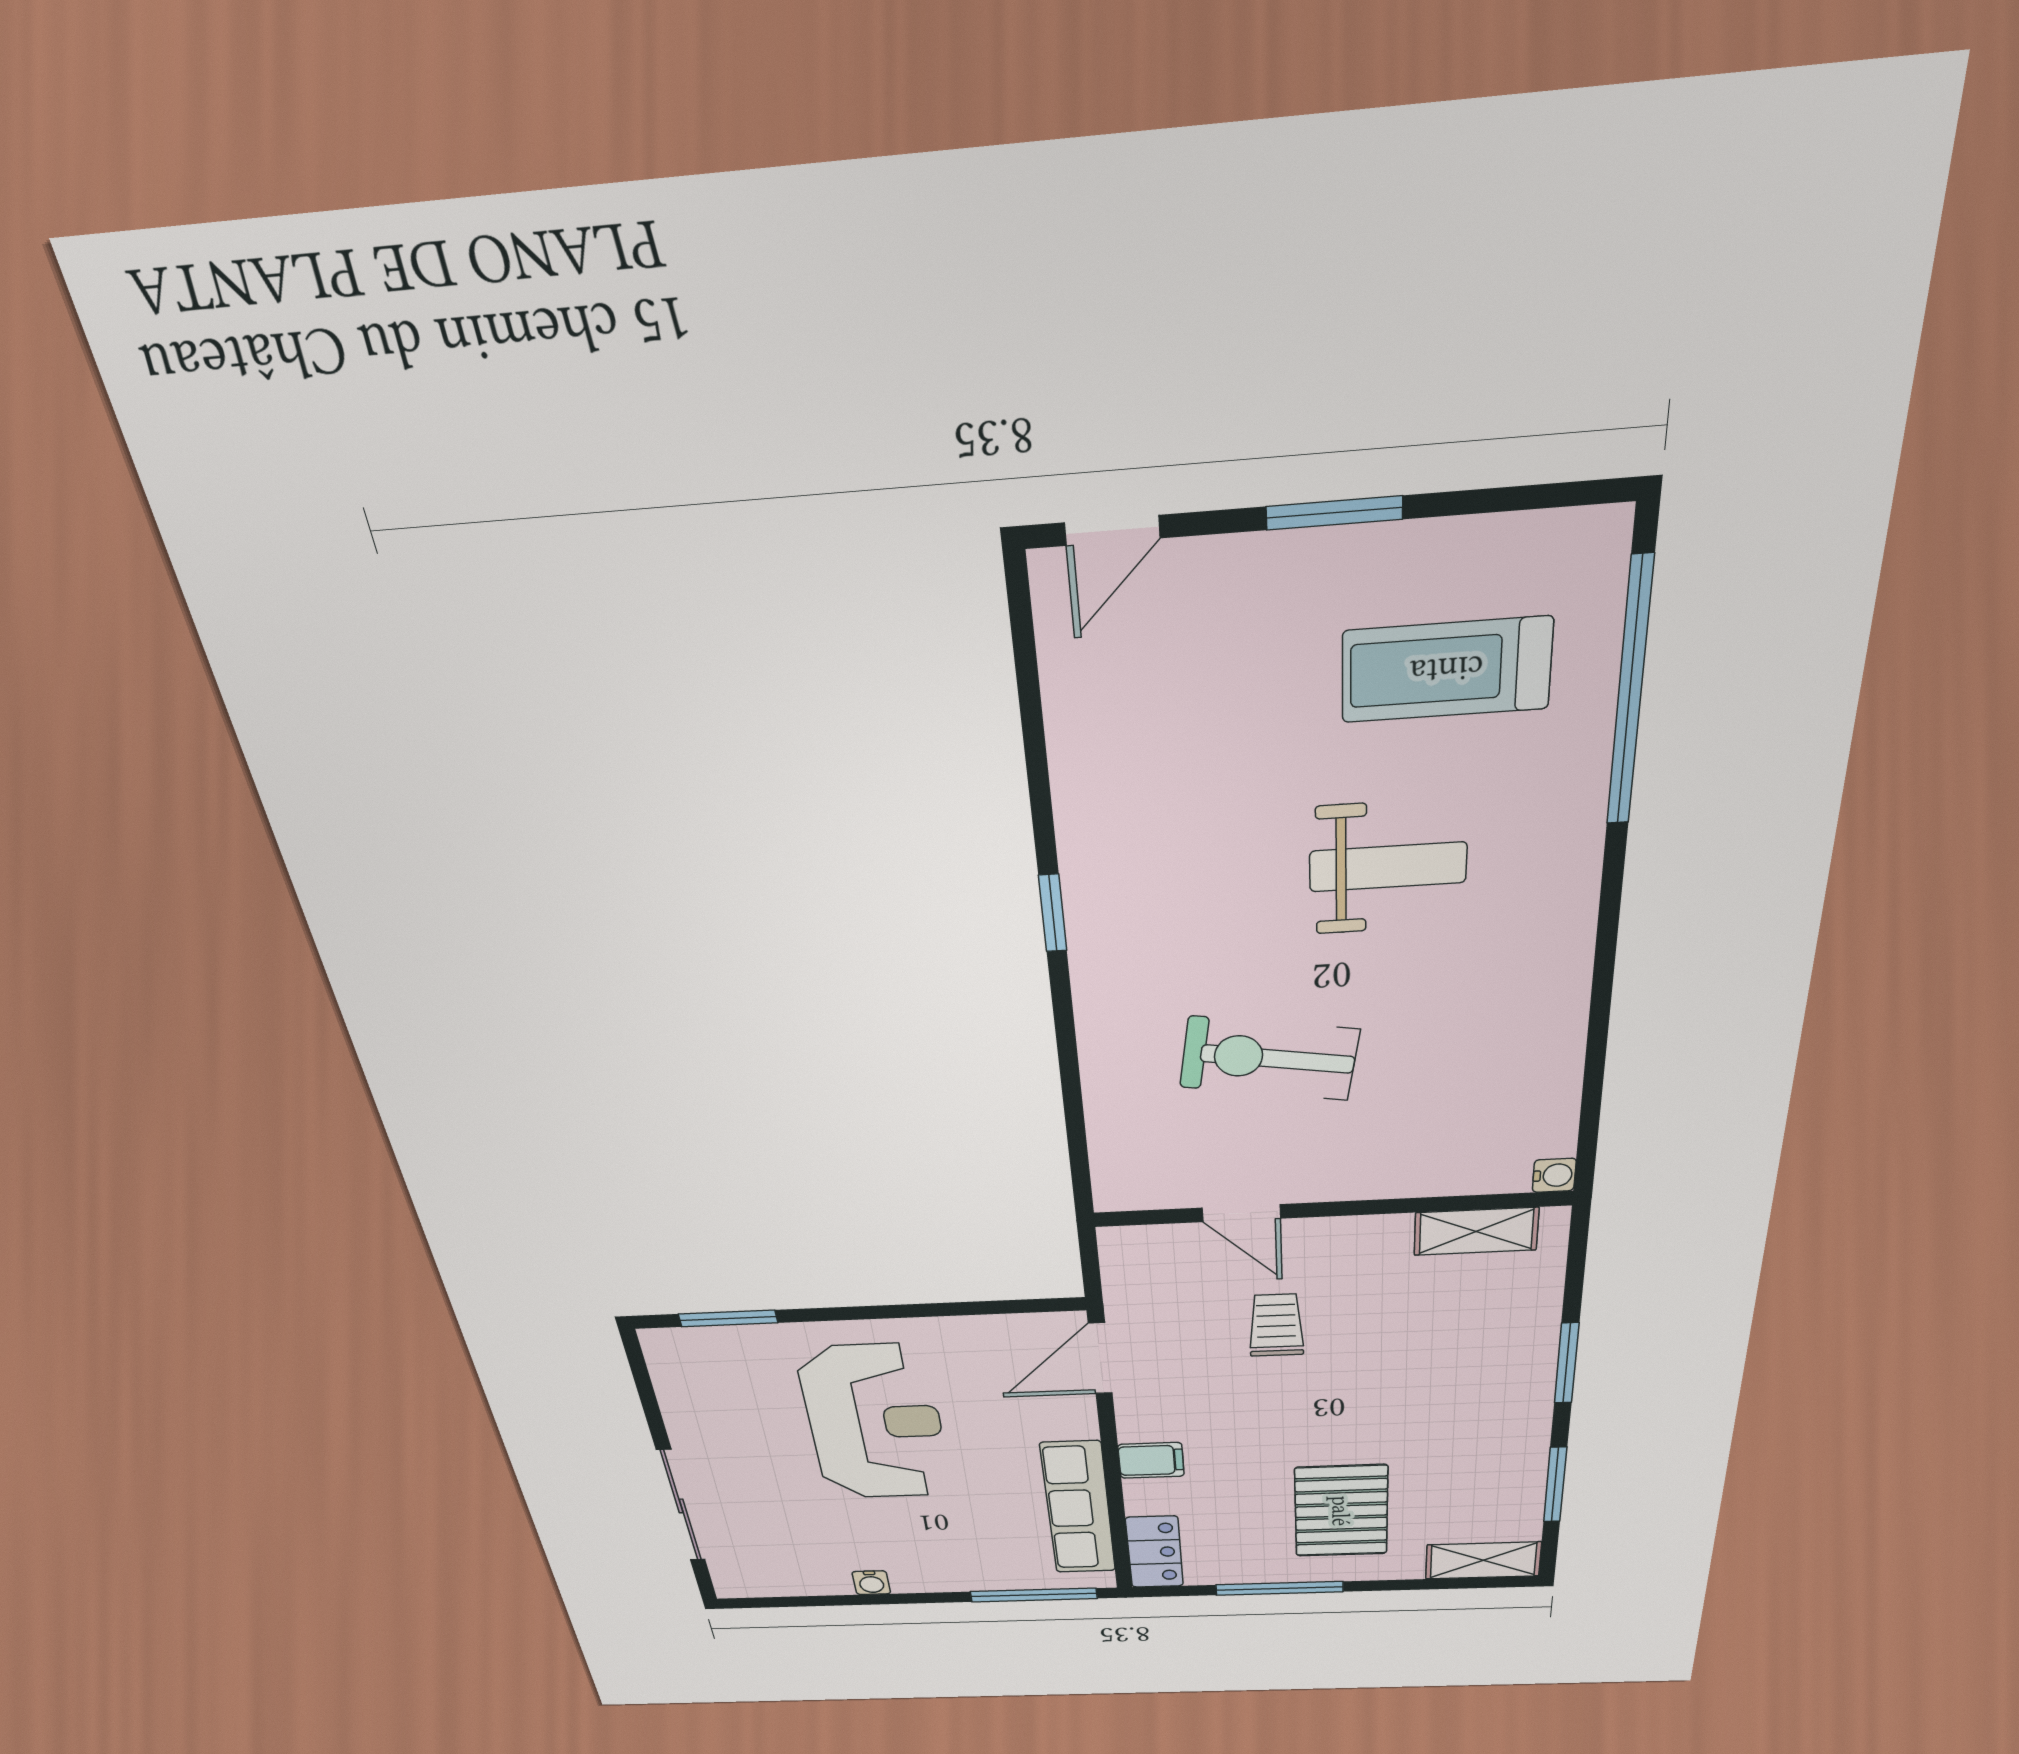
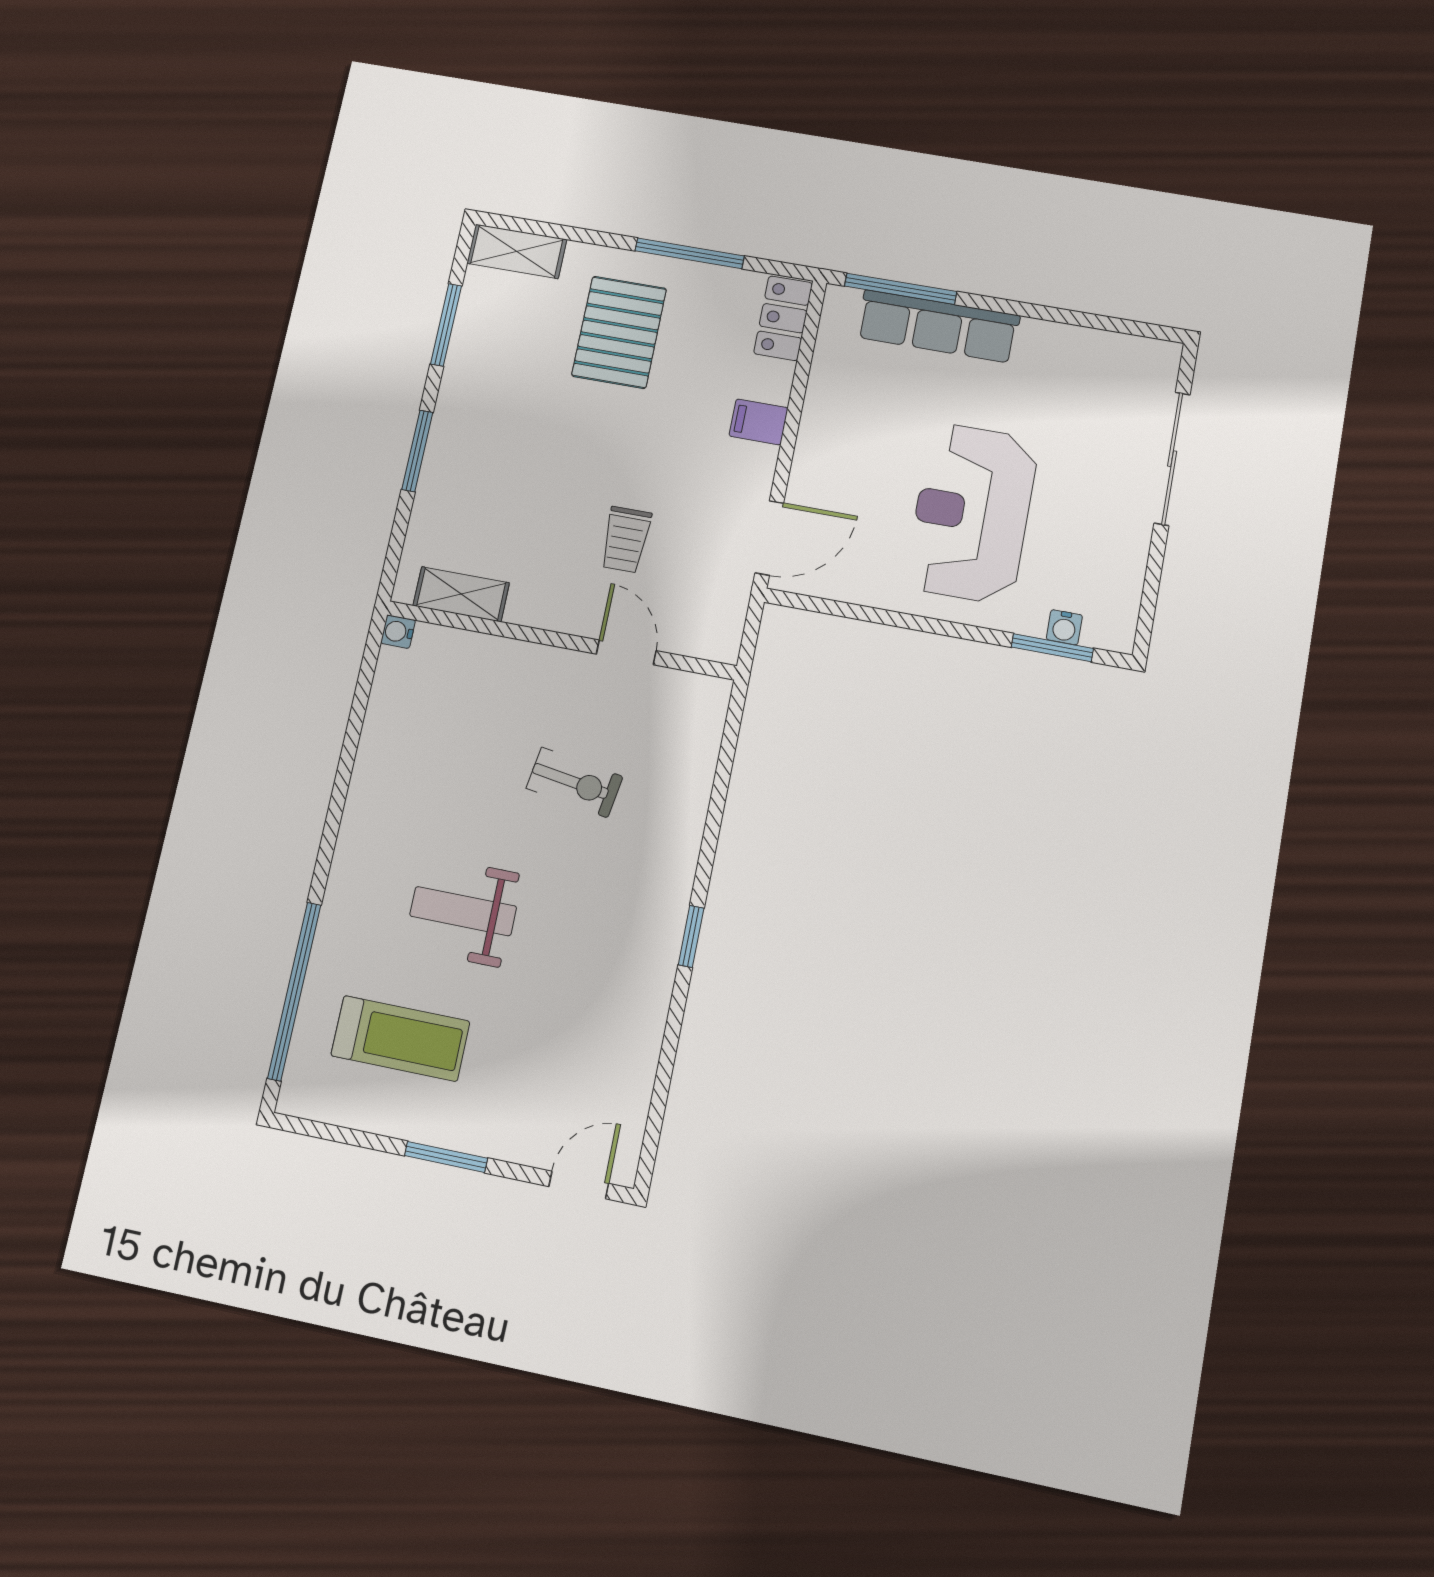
exercise bike: (1269, 1058) -> (574, 782), width x0.73, depth x0.72
row of seats: (1078, 1508) -> (938, 326), moved, turned 90
water cooler: (871, 1583) -> (1064, 627), moved, turned 180

